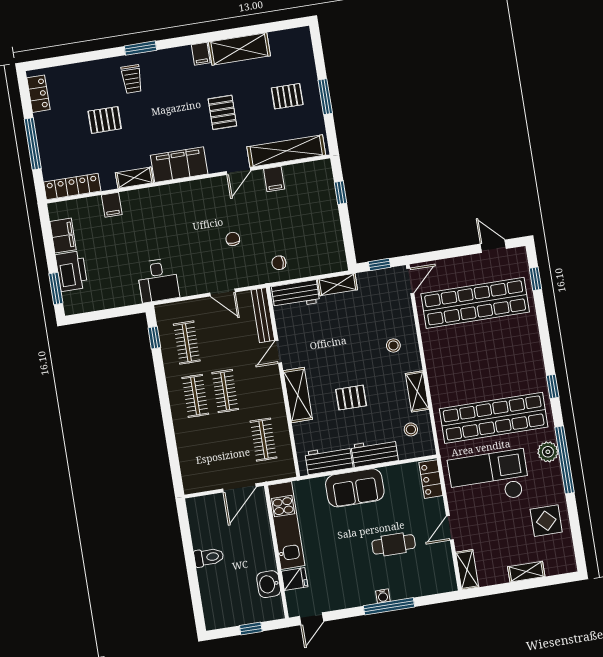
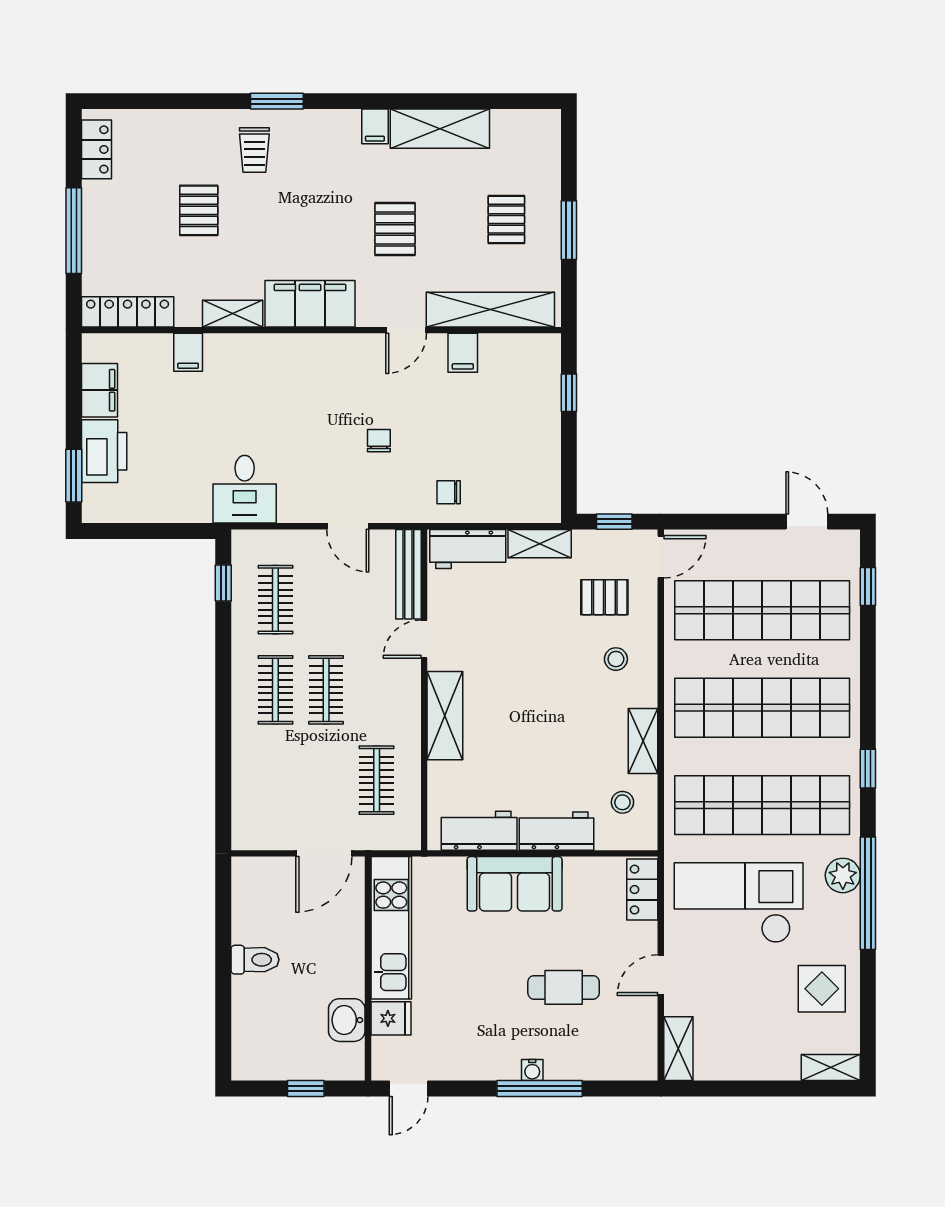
pallet: (287, 96) -> (506, 219), turned 90
pallet: (105, 120) -> (199, 210), turned 90
shop shelf: (484, 360) -> (762, 708), added
pallet: (351, 398) -> (604, 597), moved
shelving: (526, 572) -> (831, 1068), moved

